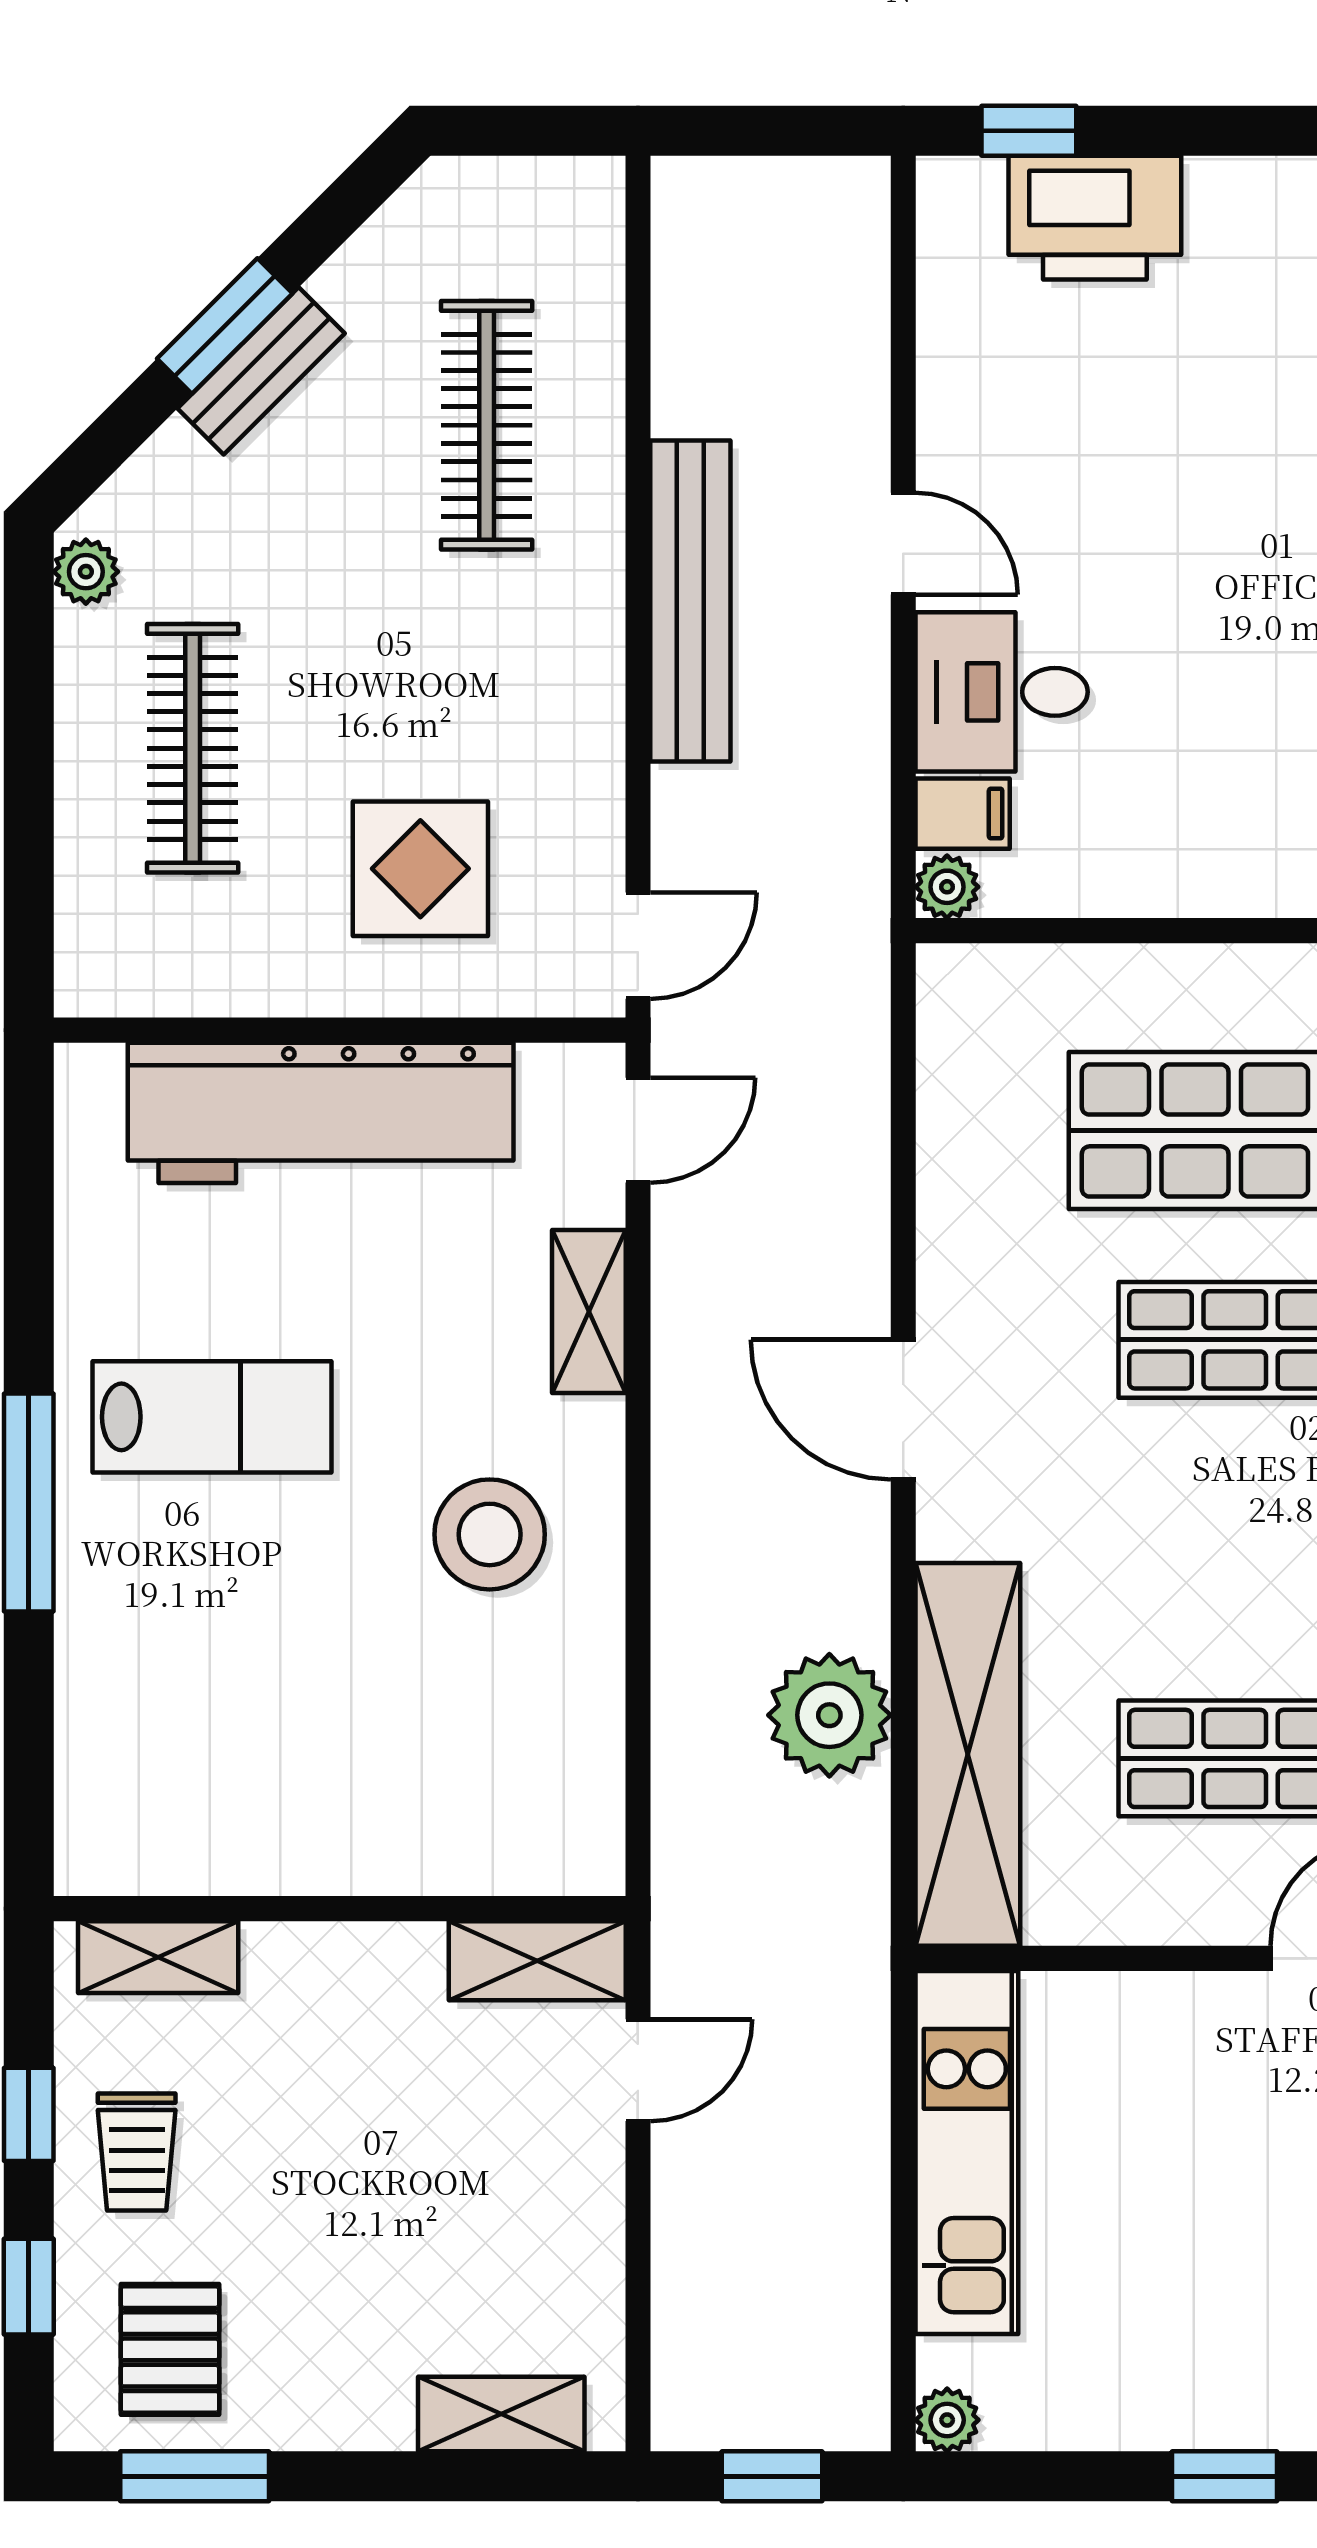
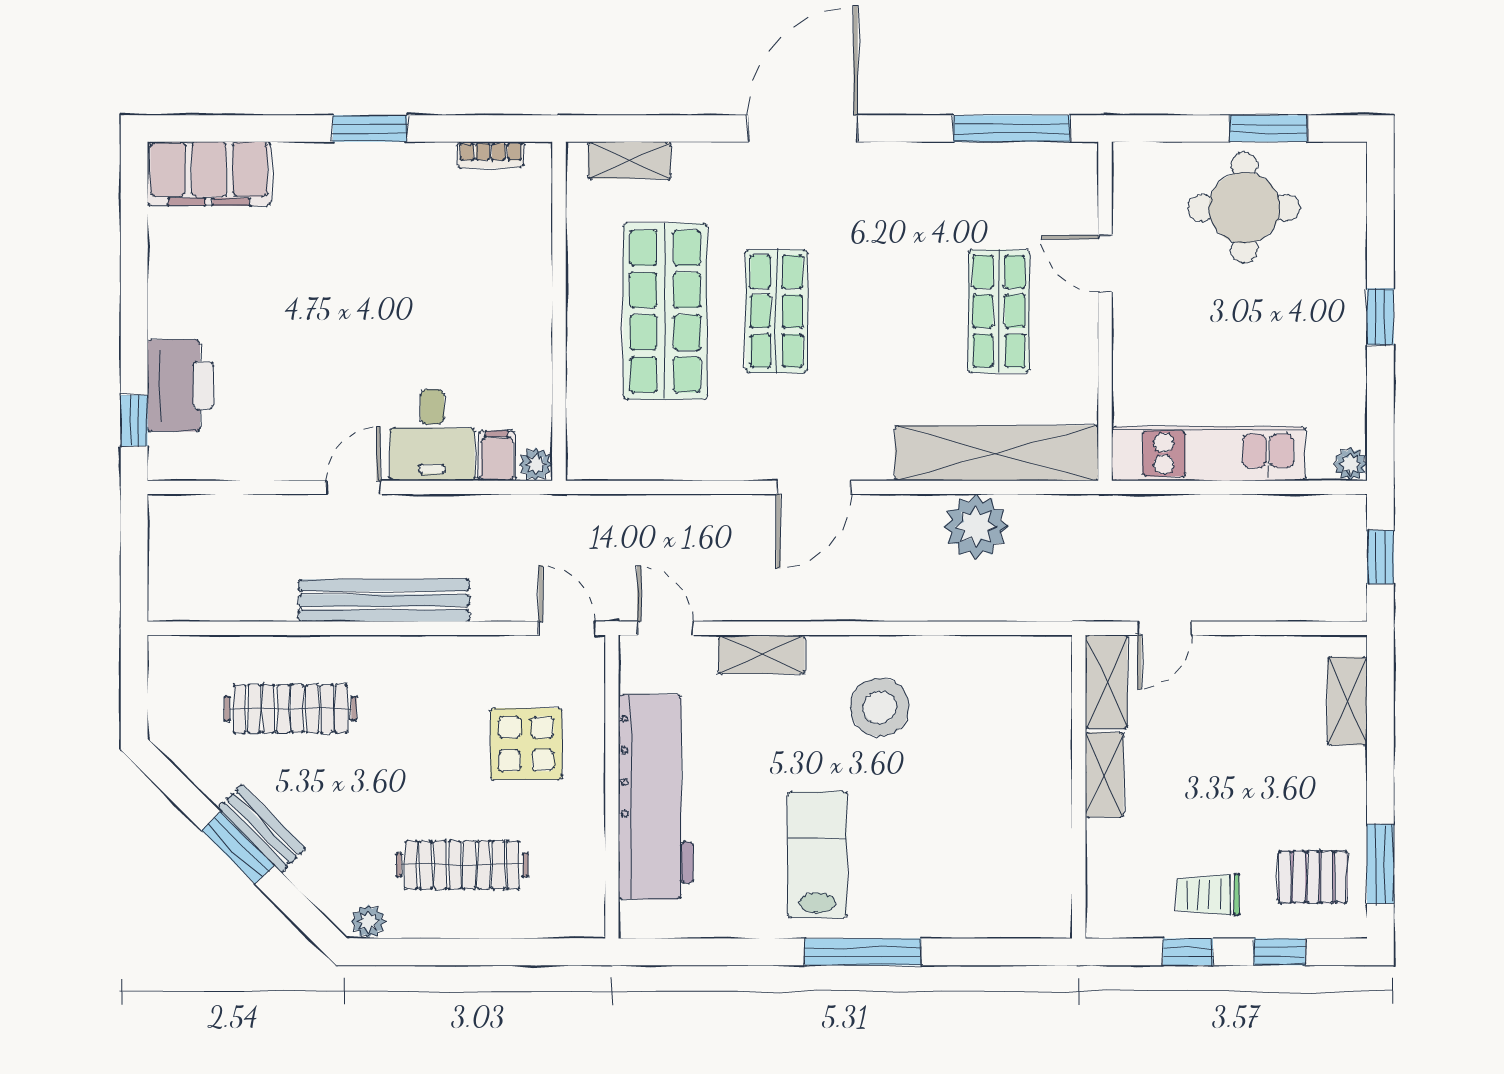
shelving: (158, 1957) -> (1104, 775), moved
door: (638, 2070) -> (1164, 628), swing flipped
trolley: (137, 2152) -> (1208, 895), turned 180

